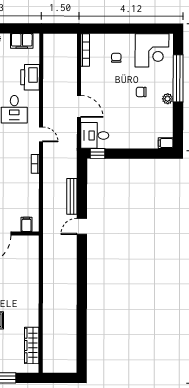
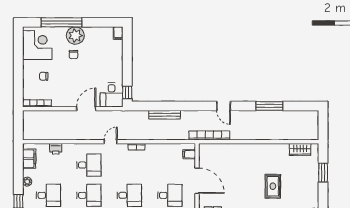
printer: (30, 77) -> (56, 149), width x0.53, depth x0.68
plant: (168, 99) -> (75, 36), width x1.88, depth x1.88
door: (82, 226) -> (224, 106), moved
bookcase: (48, 248) -> (209, 135), added
window: (82, 316) -> (269, 106), added
wardrobe: (32, 345) -> (300, 150), width x0.67

